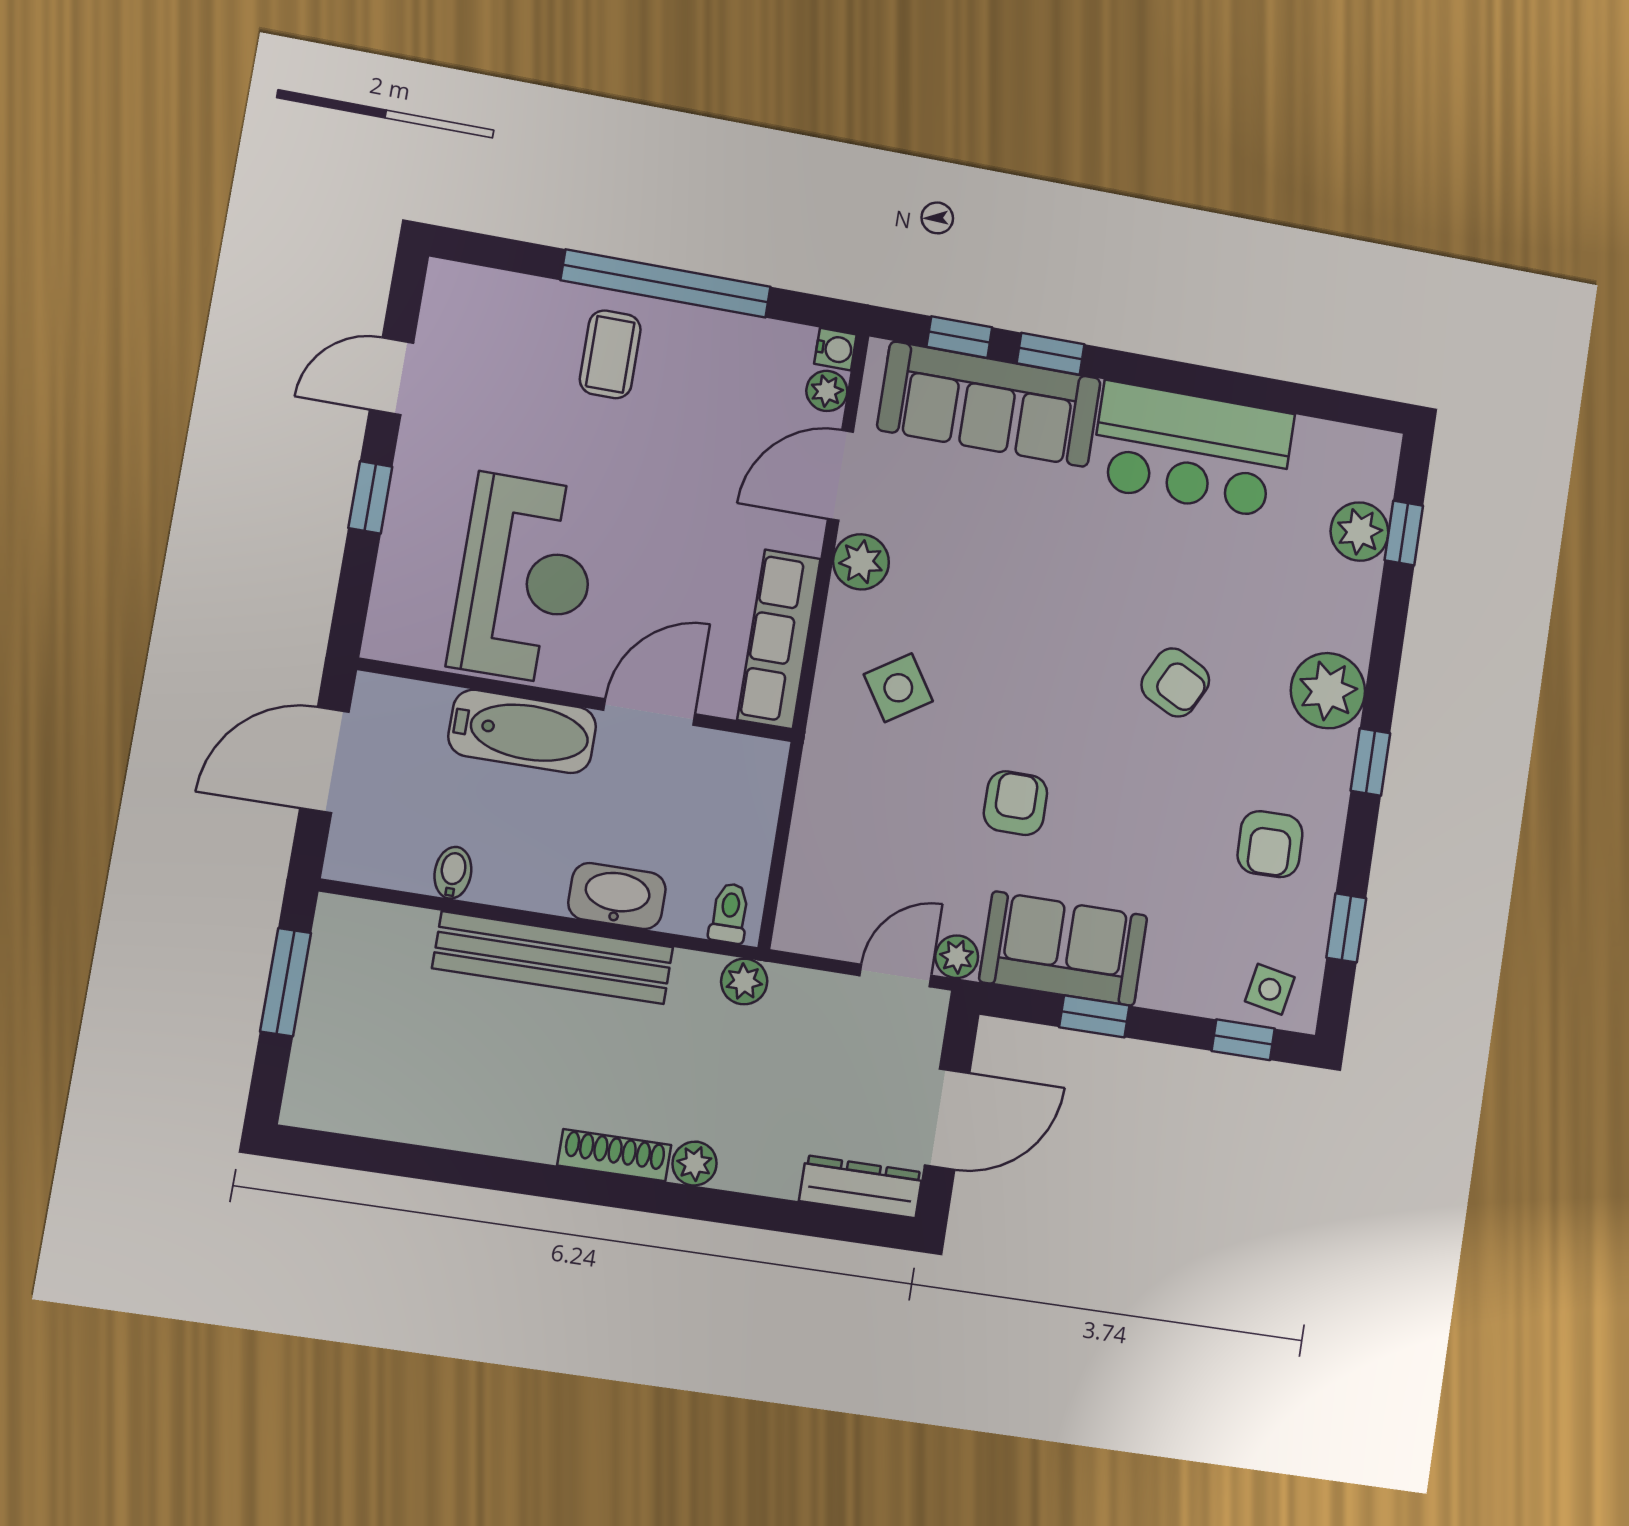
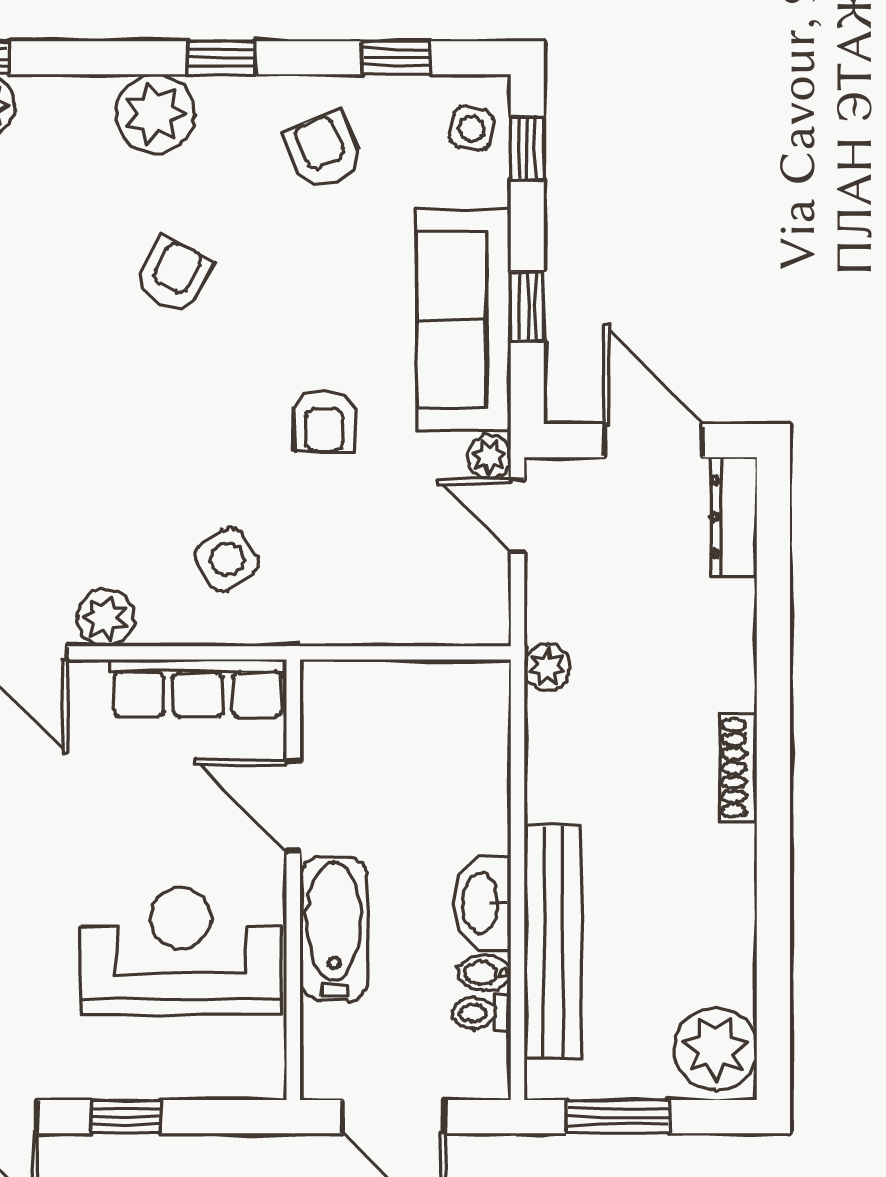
armchair: (1015, 803) -> (324, 421), turned -90
armchair: (1270, 844) -> (323, 151), turned -112
washbasin: (617, 896) -> (482, 904), moved
toilet: (729, 913) -> (481, 1013), moved
sofa: (1063, 949) -> (464, 320), width x1.36
bench: (553, 958) -> (553, 942), moved
plant: (695, 1164) -> (716, 1049), moved, width x1.88, depth x1.88

